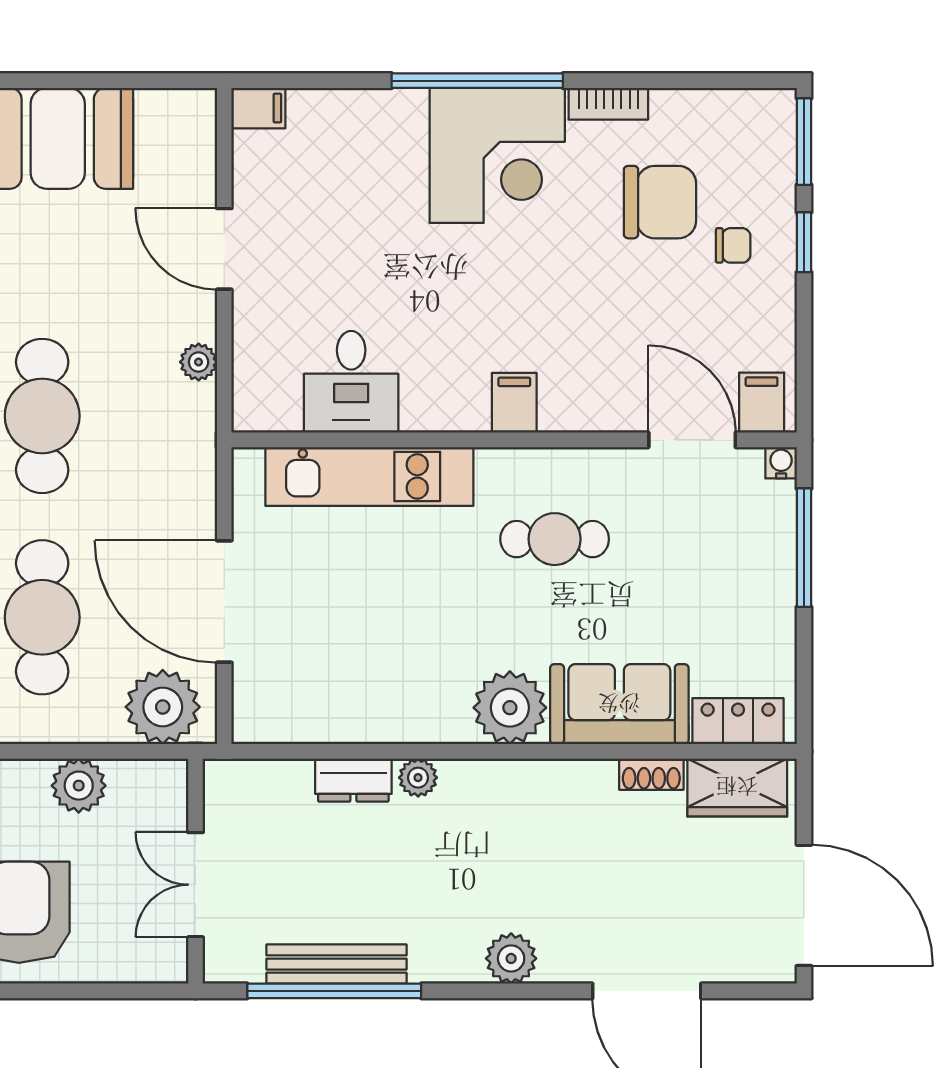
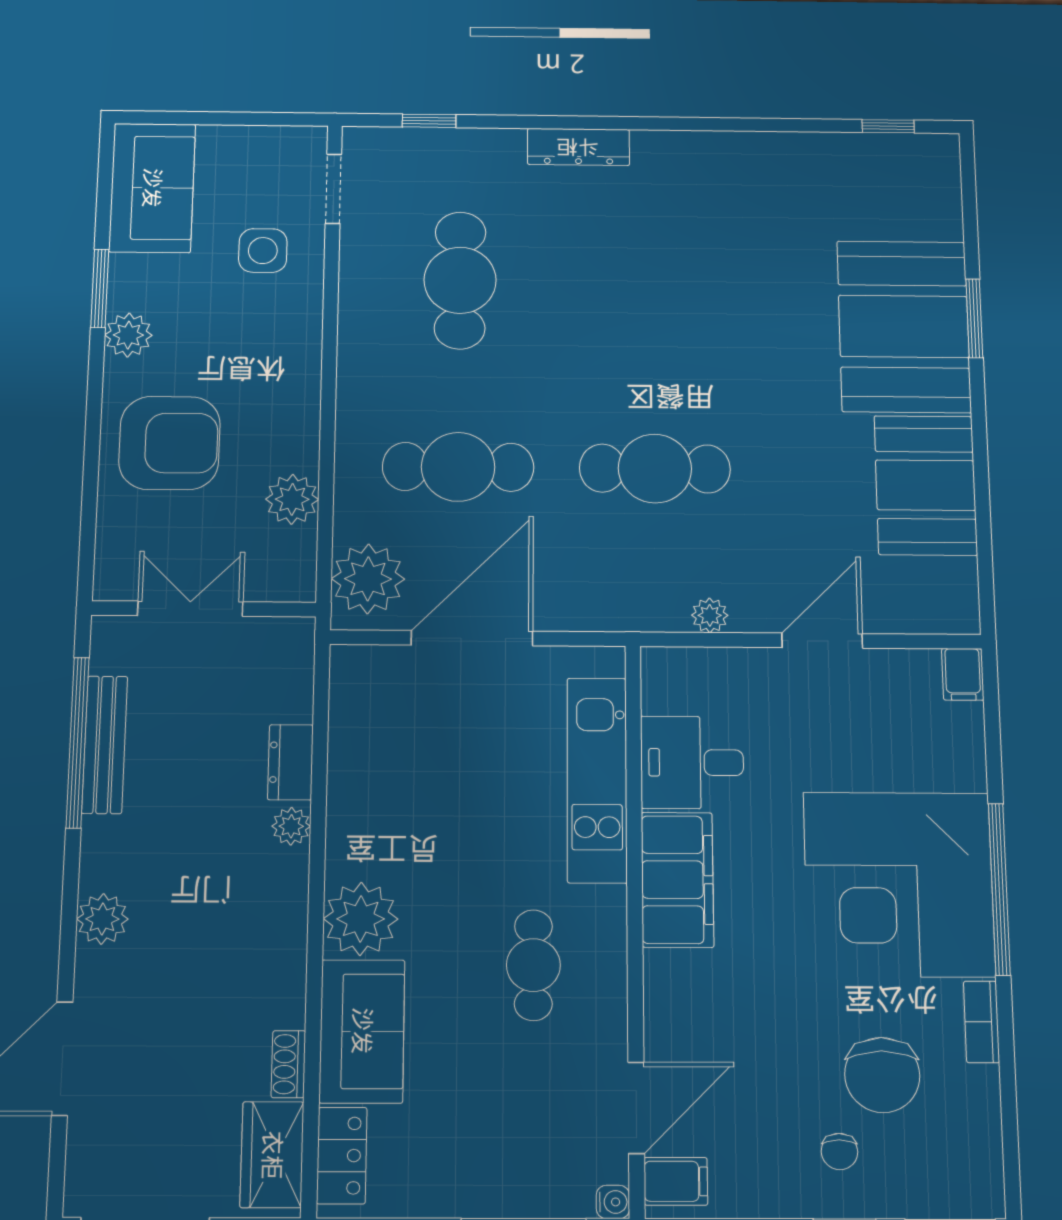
corner desk: (497, 155) -> (899, 884), width x1.36, depth x1.36
filing cabinet: (514, 403) -> (677, 880), width x3.00, depth x1.17

